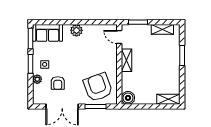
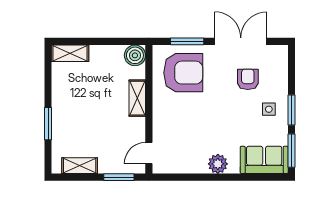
door: (119, 37) -> (149, 153), swing flipped
shelving: (127, 60) -> (137, 98), moved
plant: (37, 79) -> (281, 85), removed
armchair: (98, 87) -> (183, 73), turned -70

